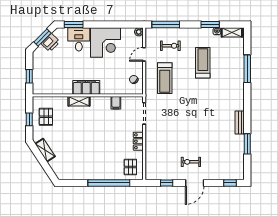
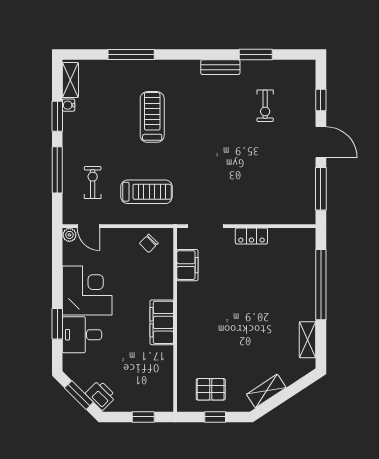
window: (74, 24) -> (57, 324), moved
window: (166, 24) -> (57, 170), moved
printer: (51, 43) -> (101, 395), moved
door: (144, 54) -> (88, 226), moved
treadmill: (203, 63) -> (152, 117), moved, turned 90
shelving: (79, 101) -> (307, 340), moved
filing cabinet: (116, 103) -> (187, 265), width x2.00
exercise bike: (191, 162) -> (265, 106), moved
pallet: (130, 167) -> (294, 249), removed
window: (167, 183) -> (321, 189), width x2.17
window: (230, 183) -> (321, 100), moved

